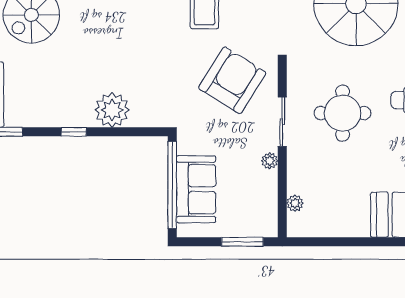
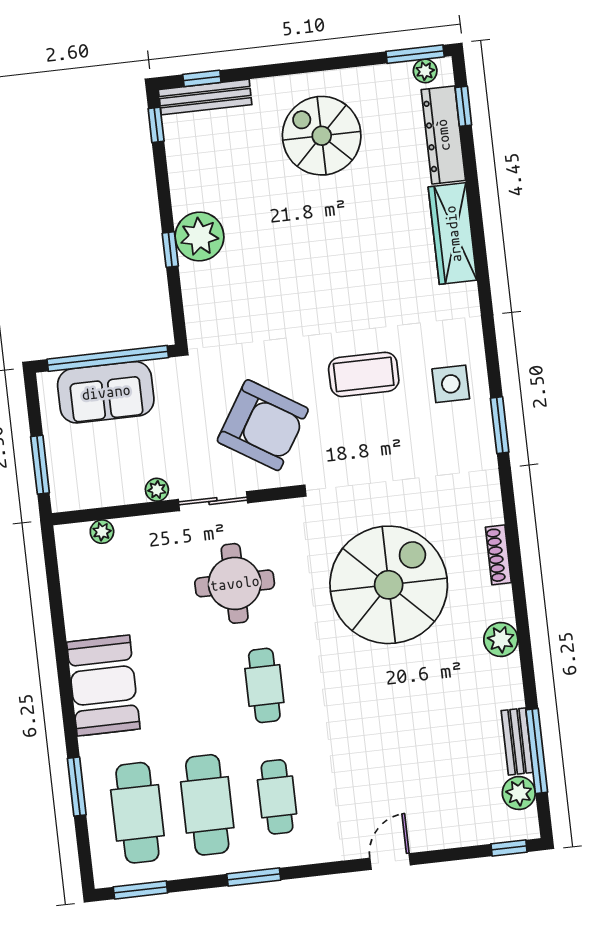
plant: (112, 110) -> (199, 237), moved
window: (74, 132) -> (170, 250), moved

